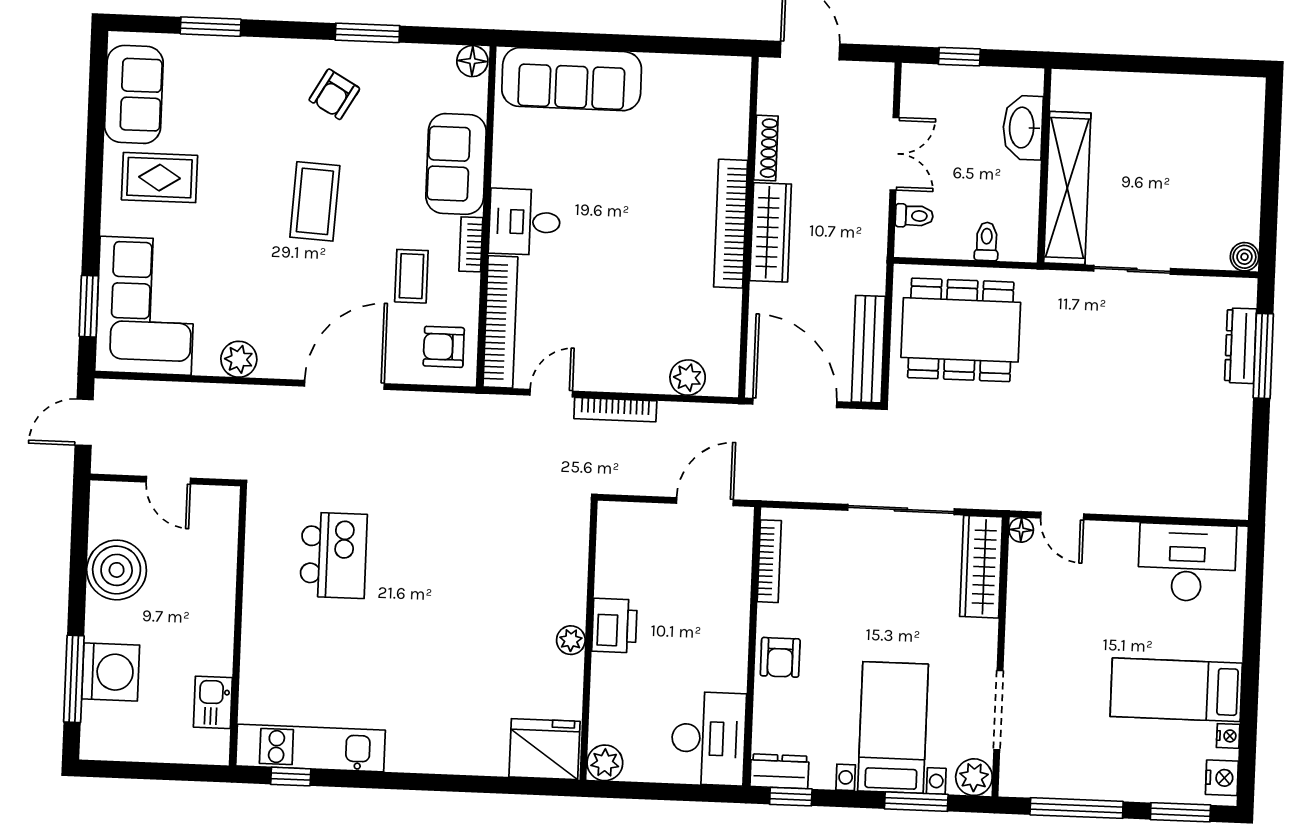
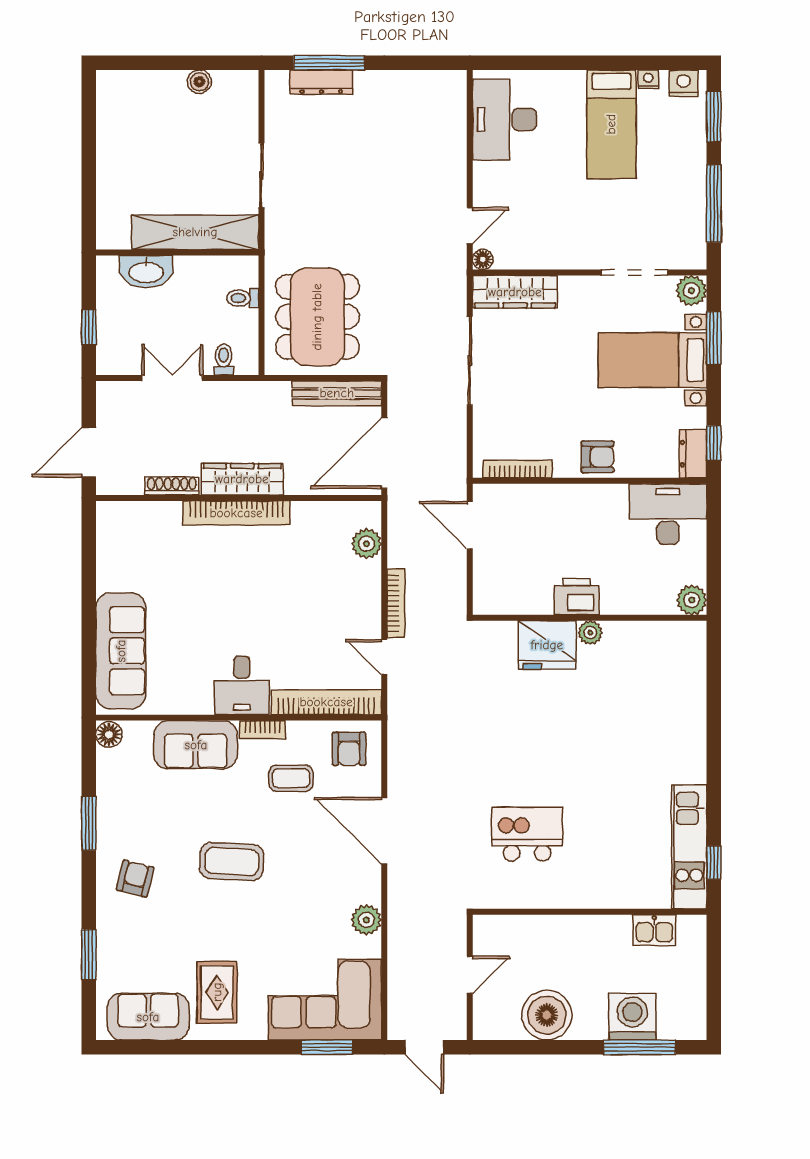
armchair: (334, 94) -> (135, 879), moved, turned -106
boiler: (1244, 257) -> (199, 82), moved
fridge: (545, 749) -> (547, 645), moved, turned -90

